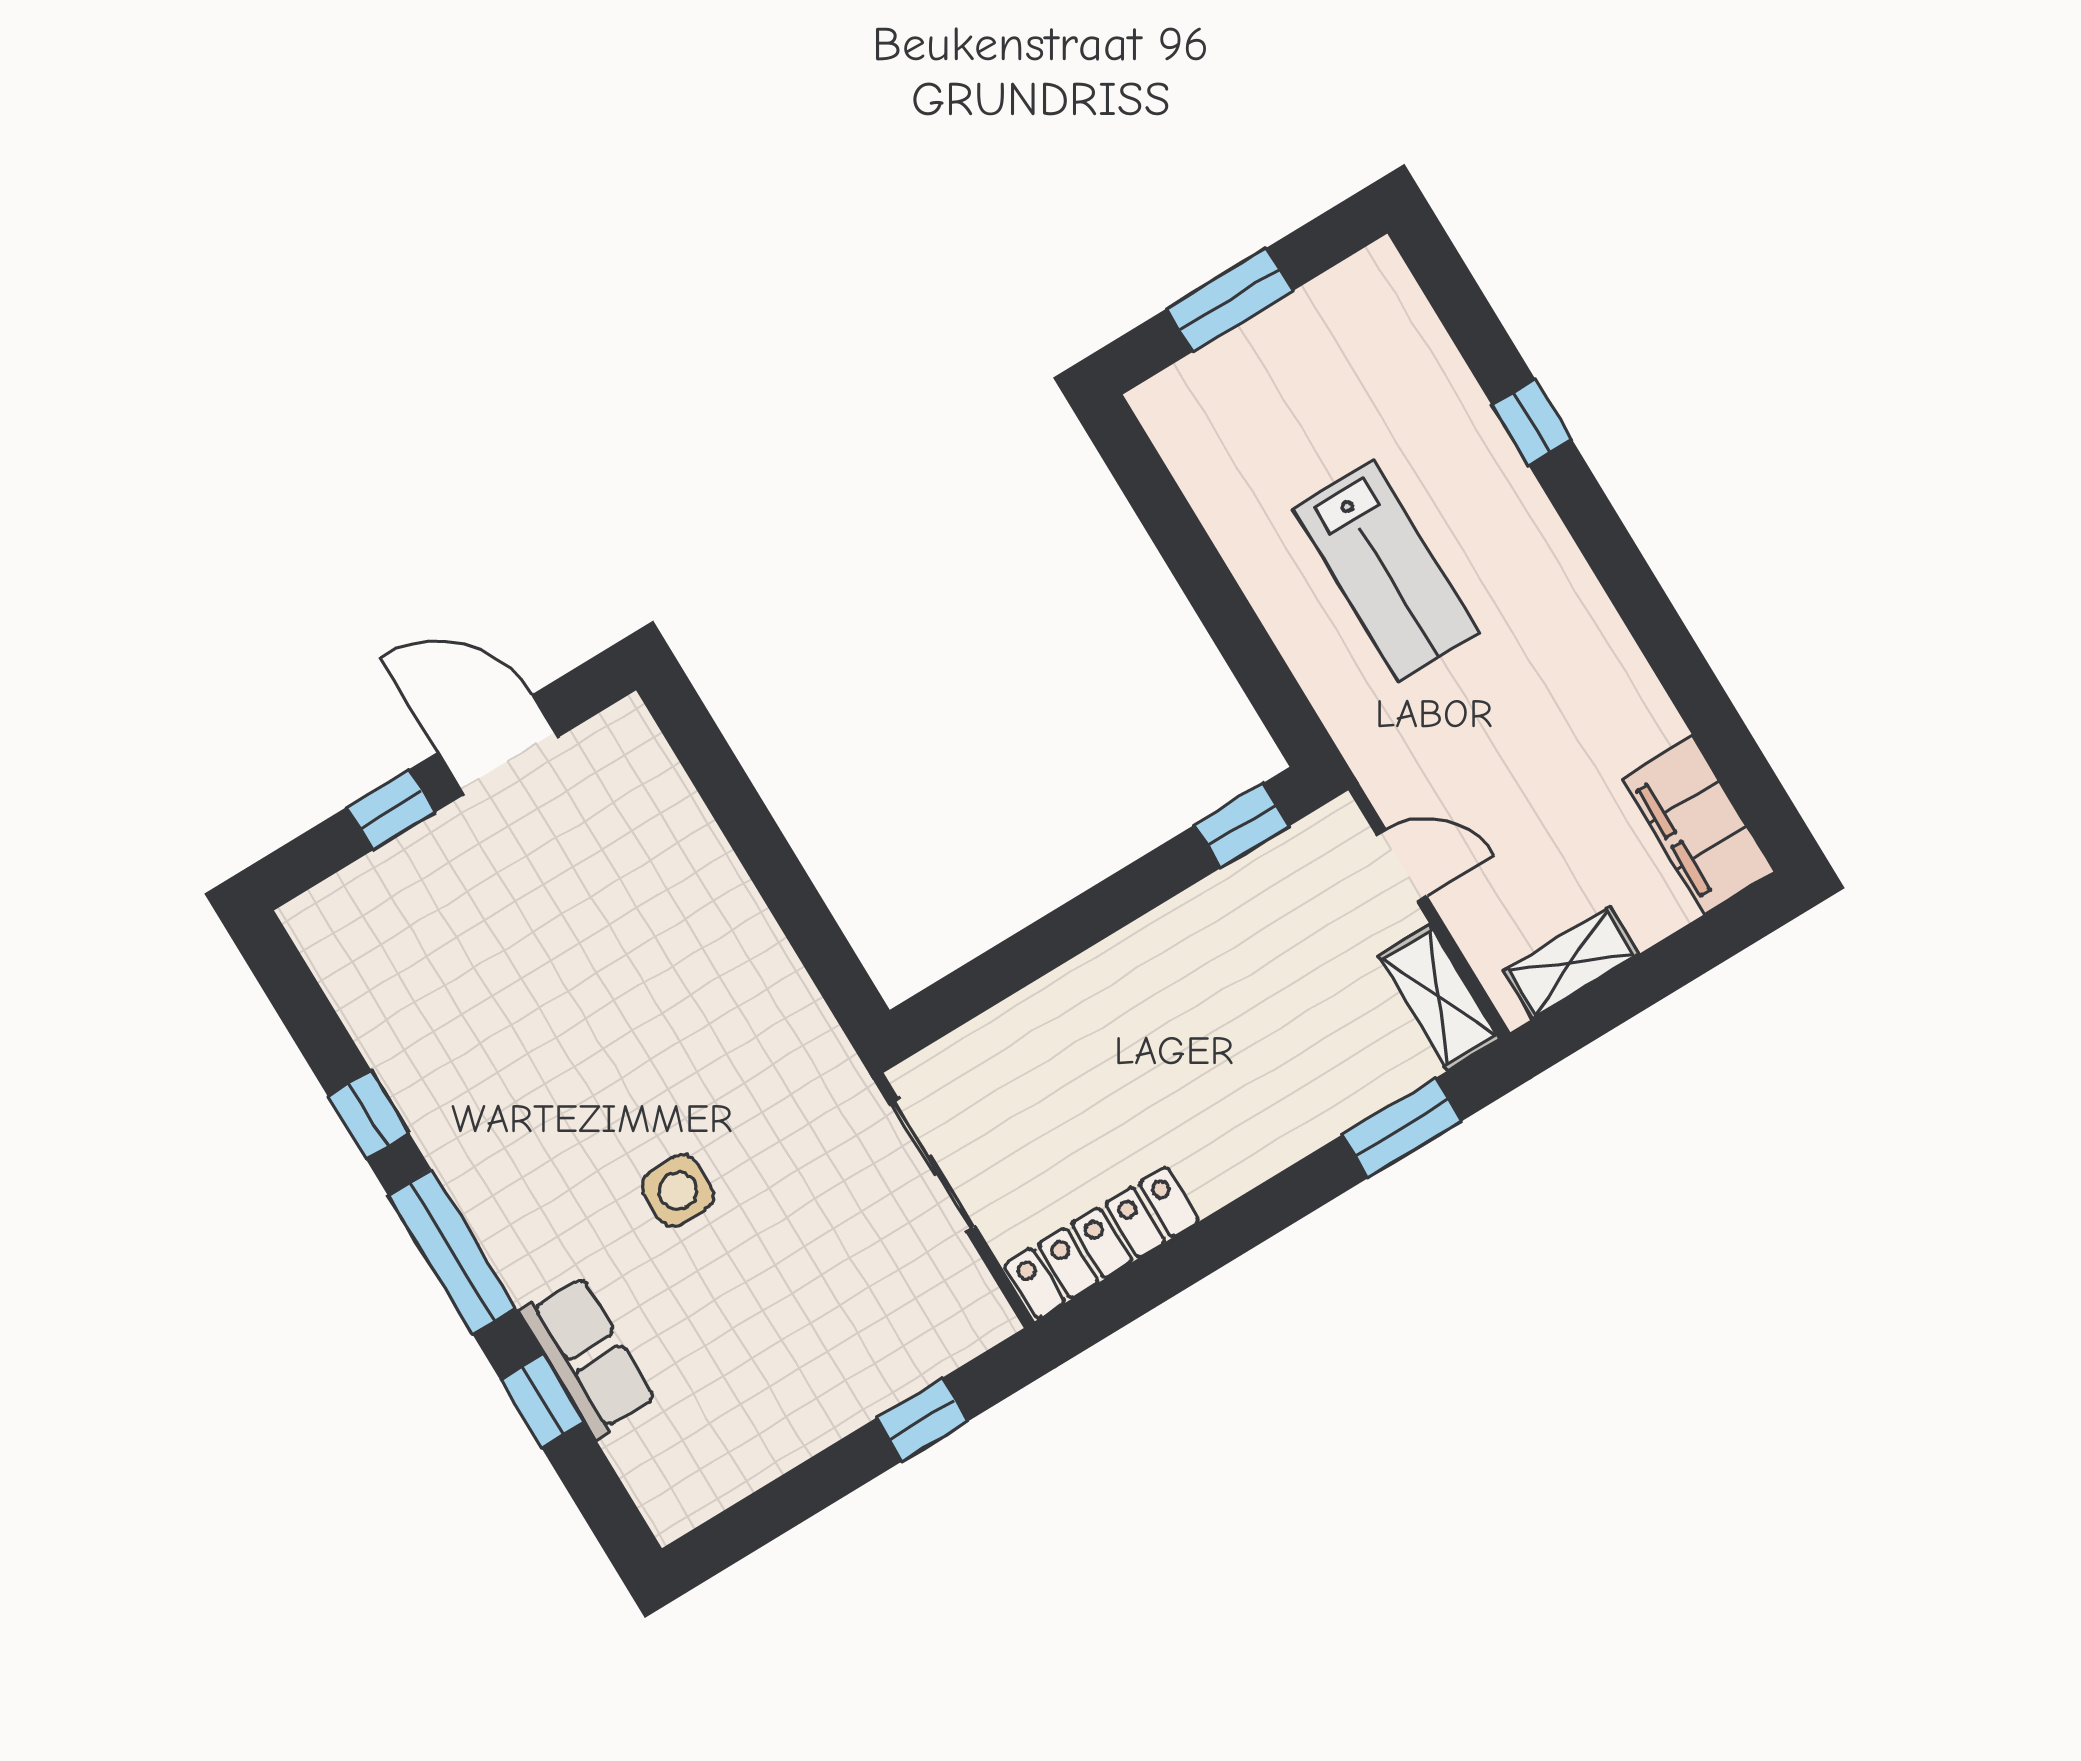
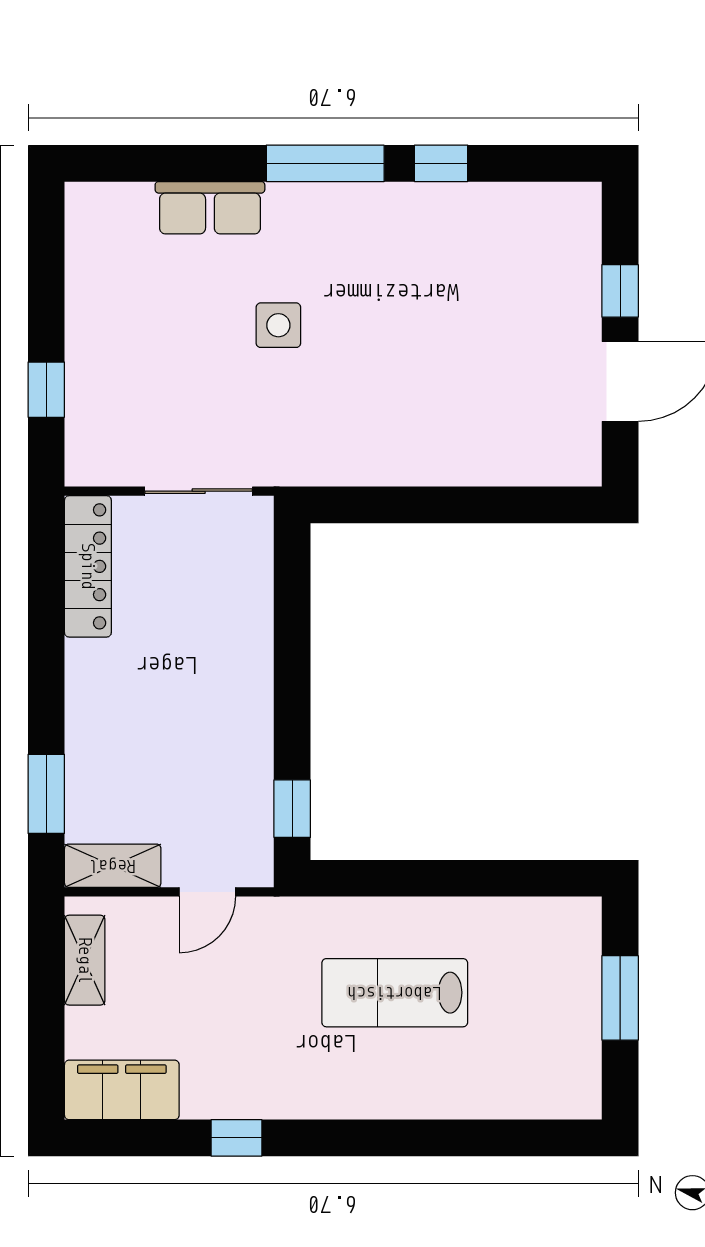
window: (1532, 422) -> (237, 1138), moved
window: (543, 1401) -> (200, 163), removed

